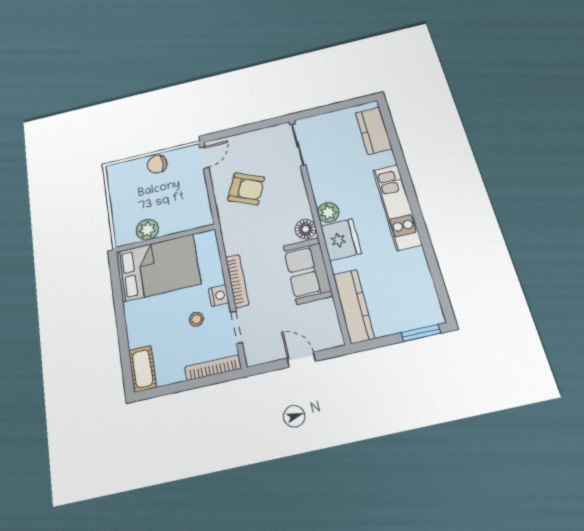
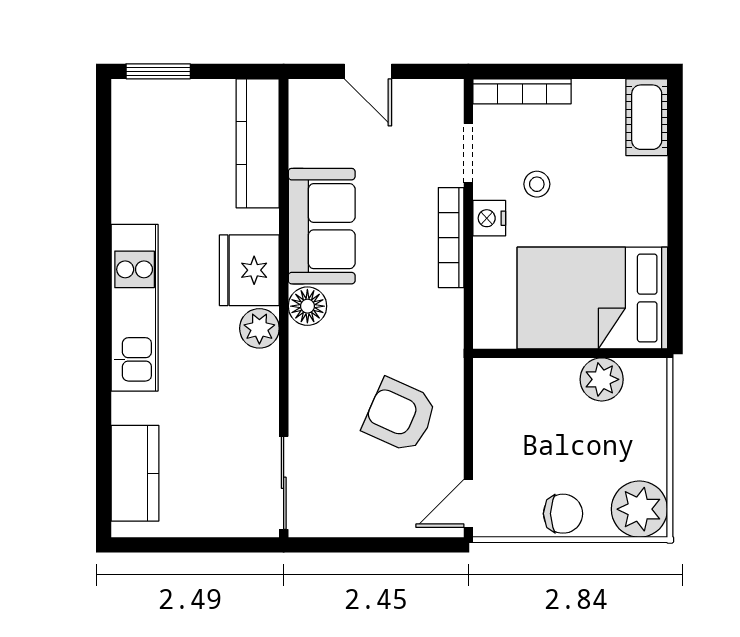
plant: (120, 175) -> (639, 509), added

